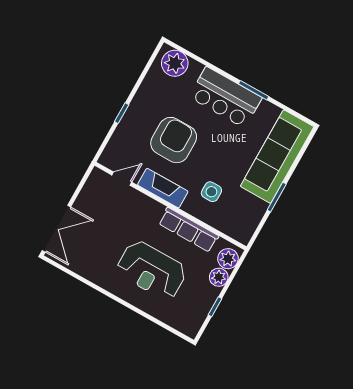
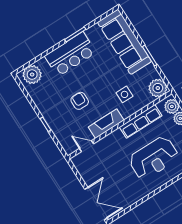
armchair: (174, 140) -> (80, 101), width x0.53, depth x0.53
door: (122, 179) -> (86, 146), hinge flipped
plant: (242, 229) -> (158, 88), added

